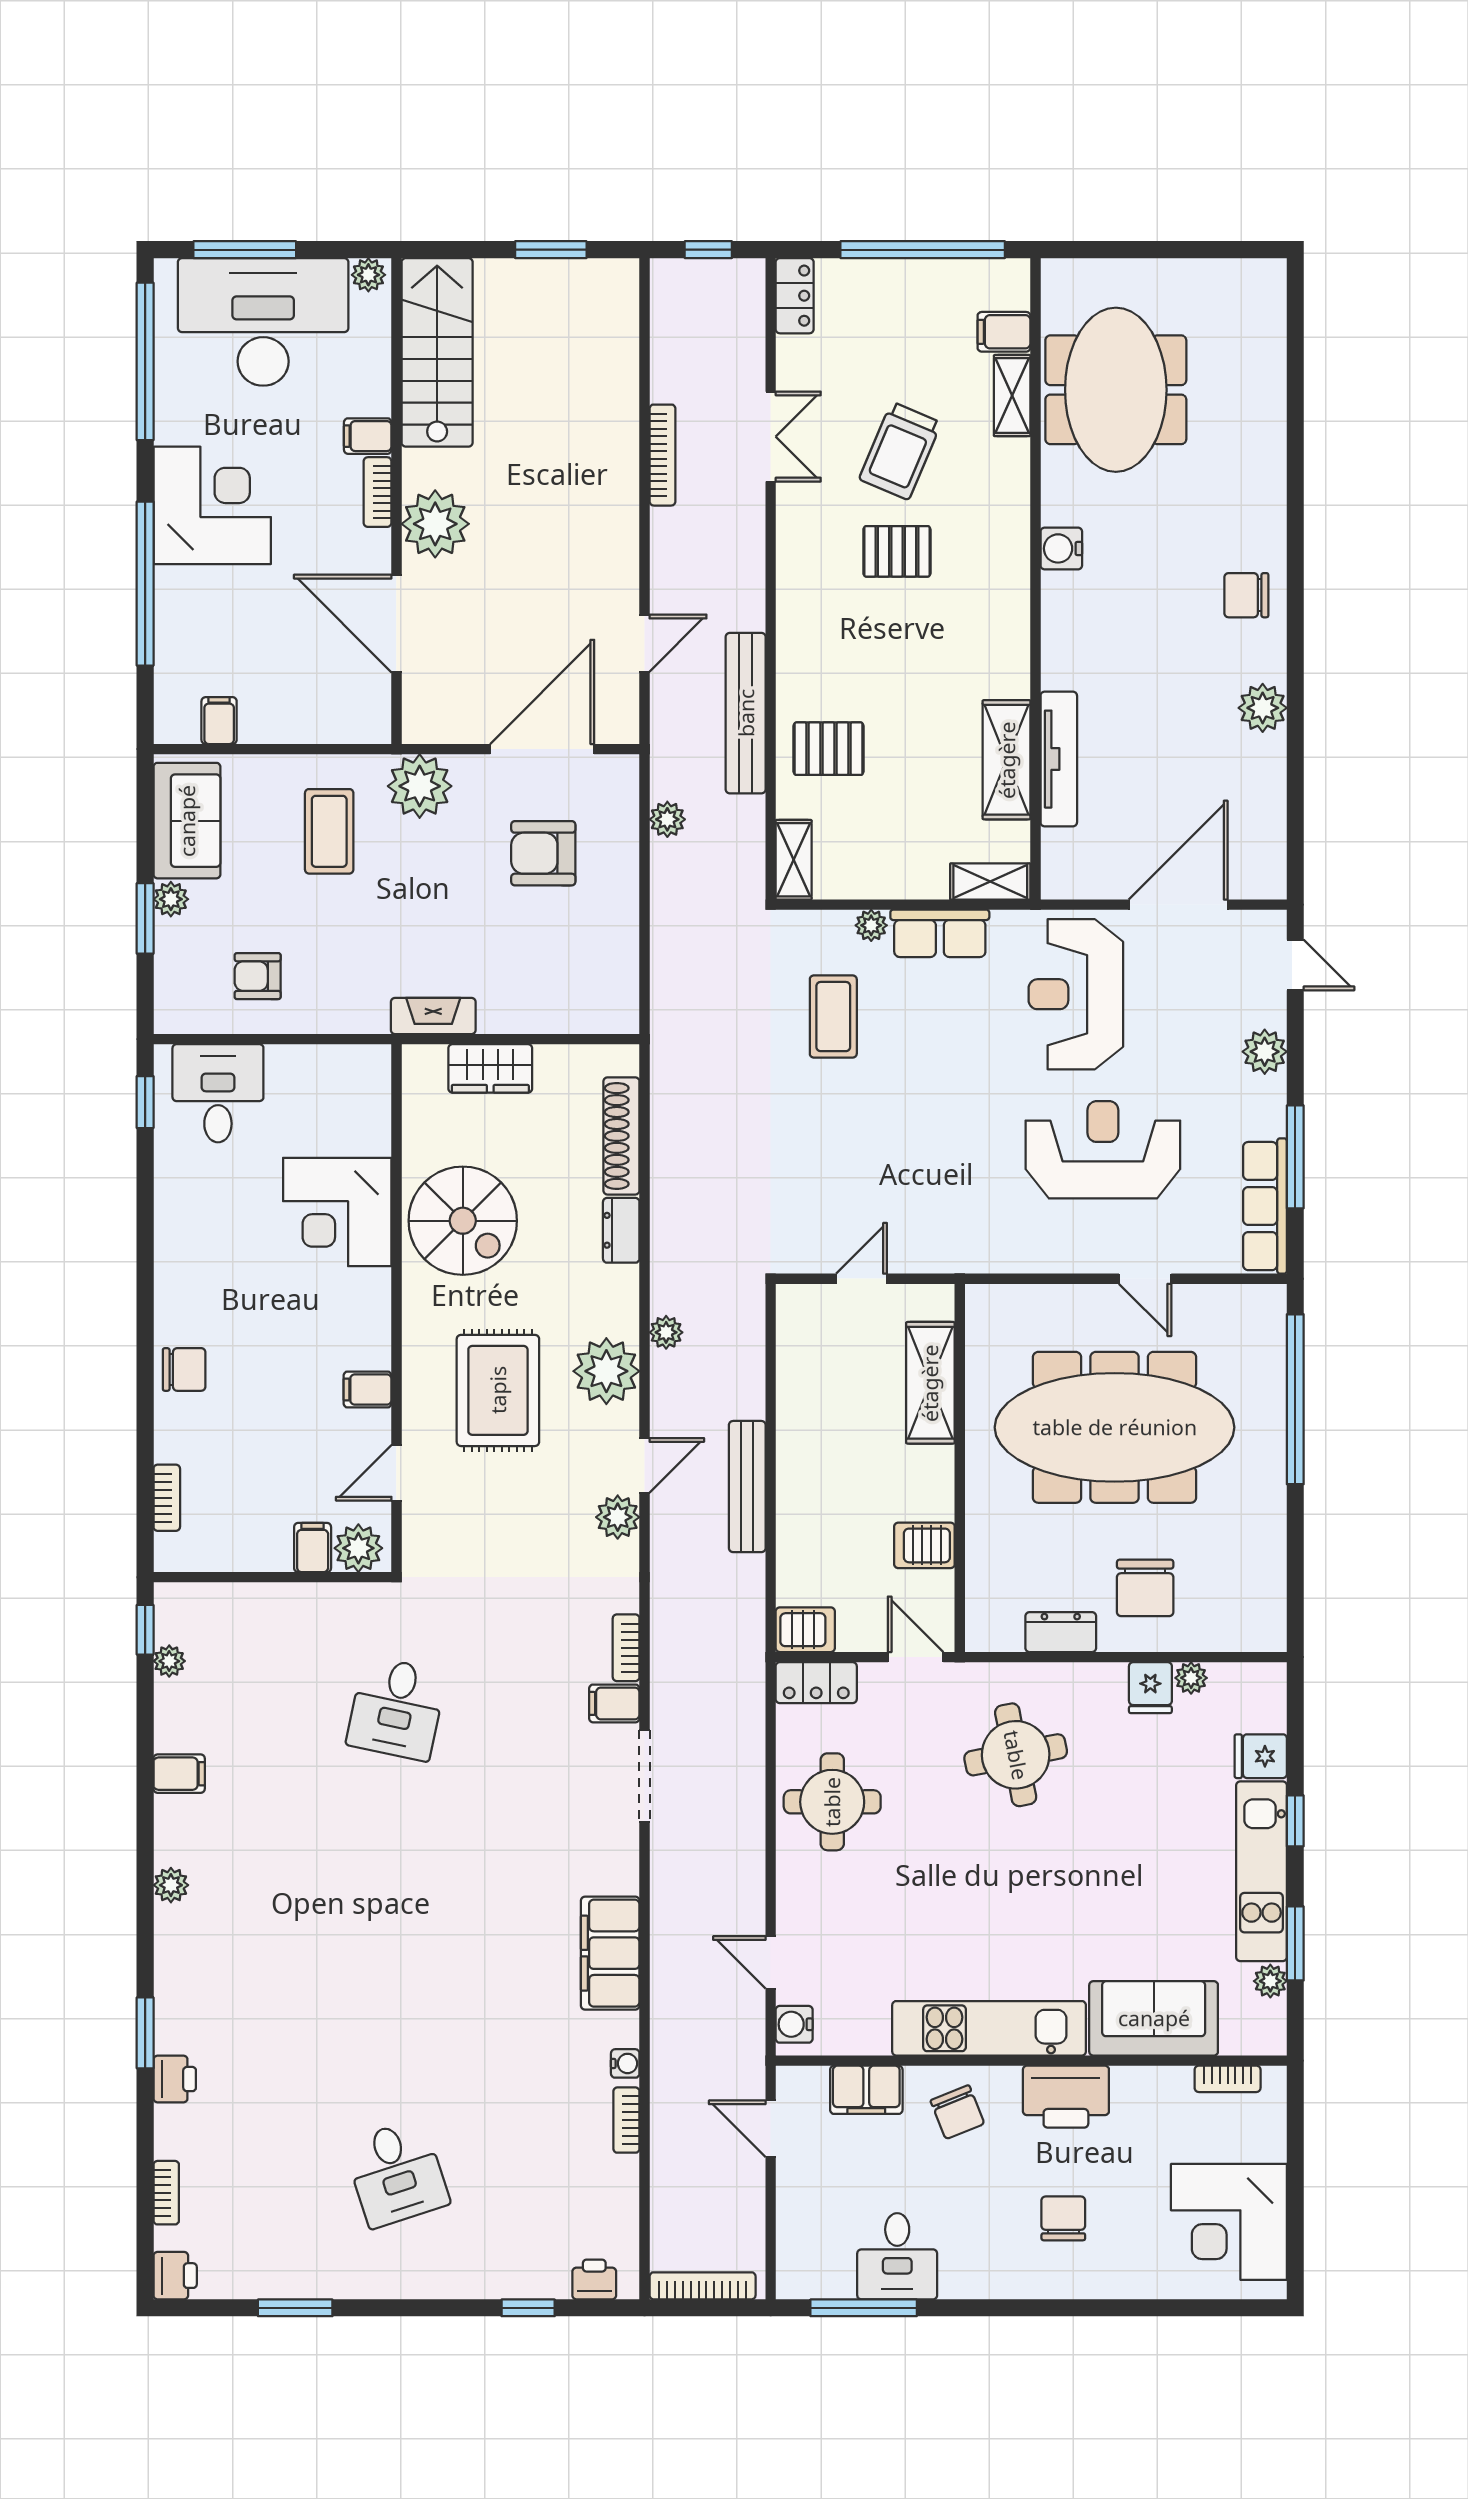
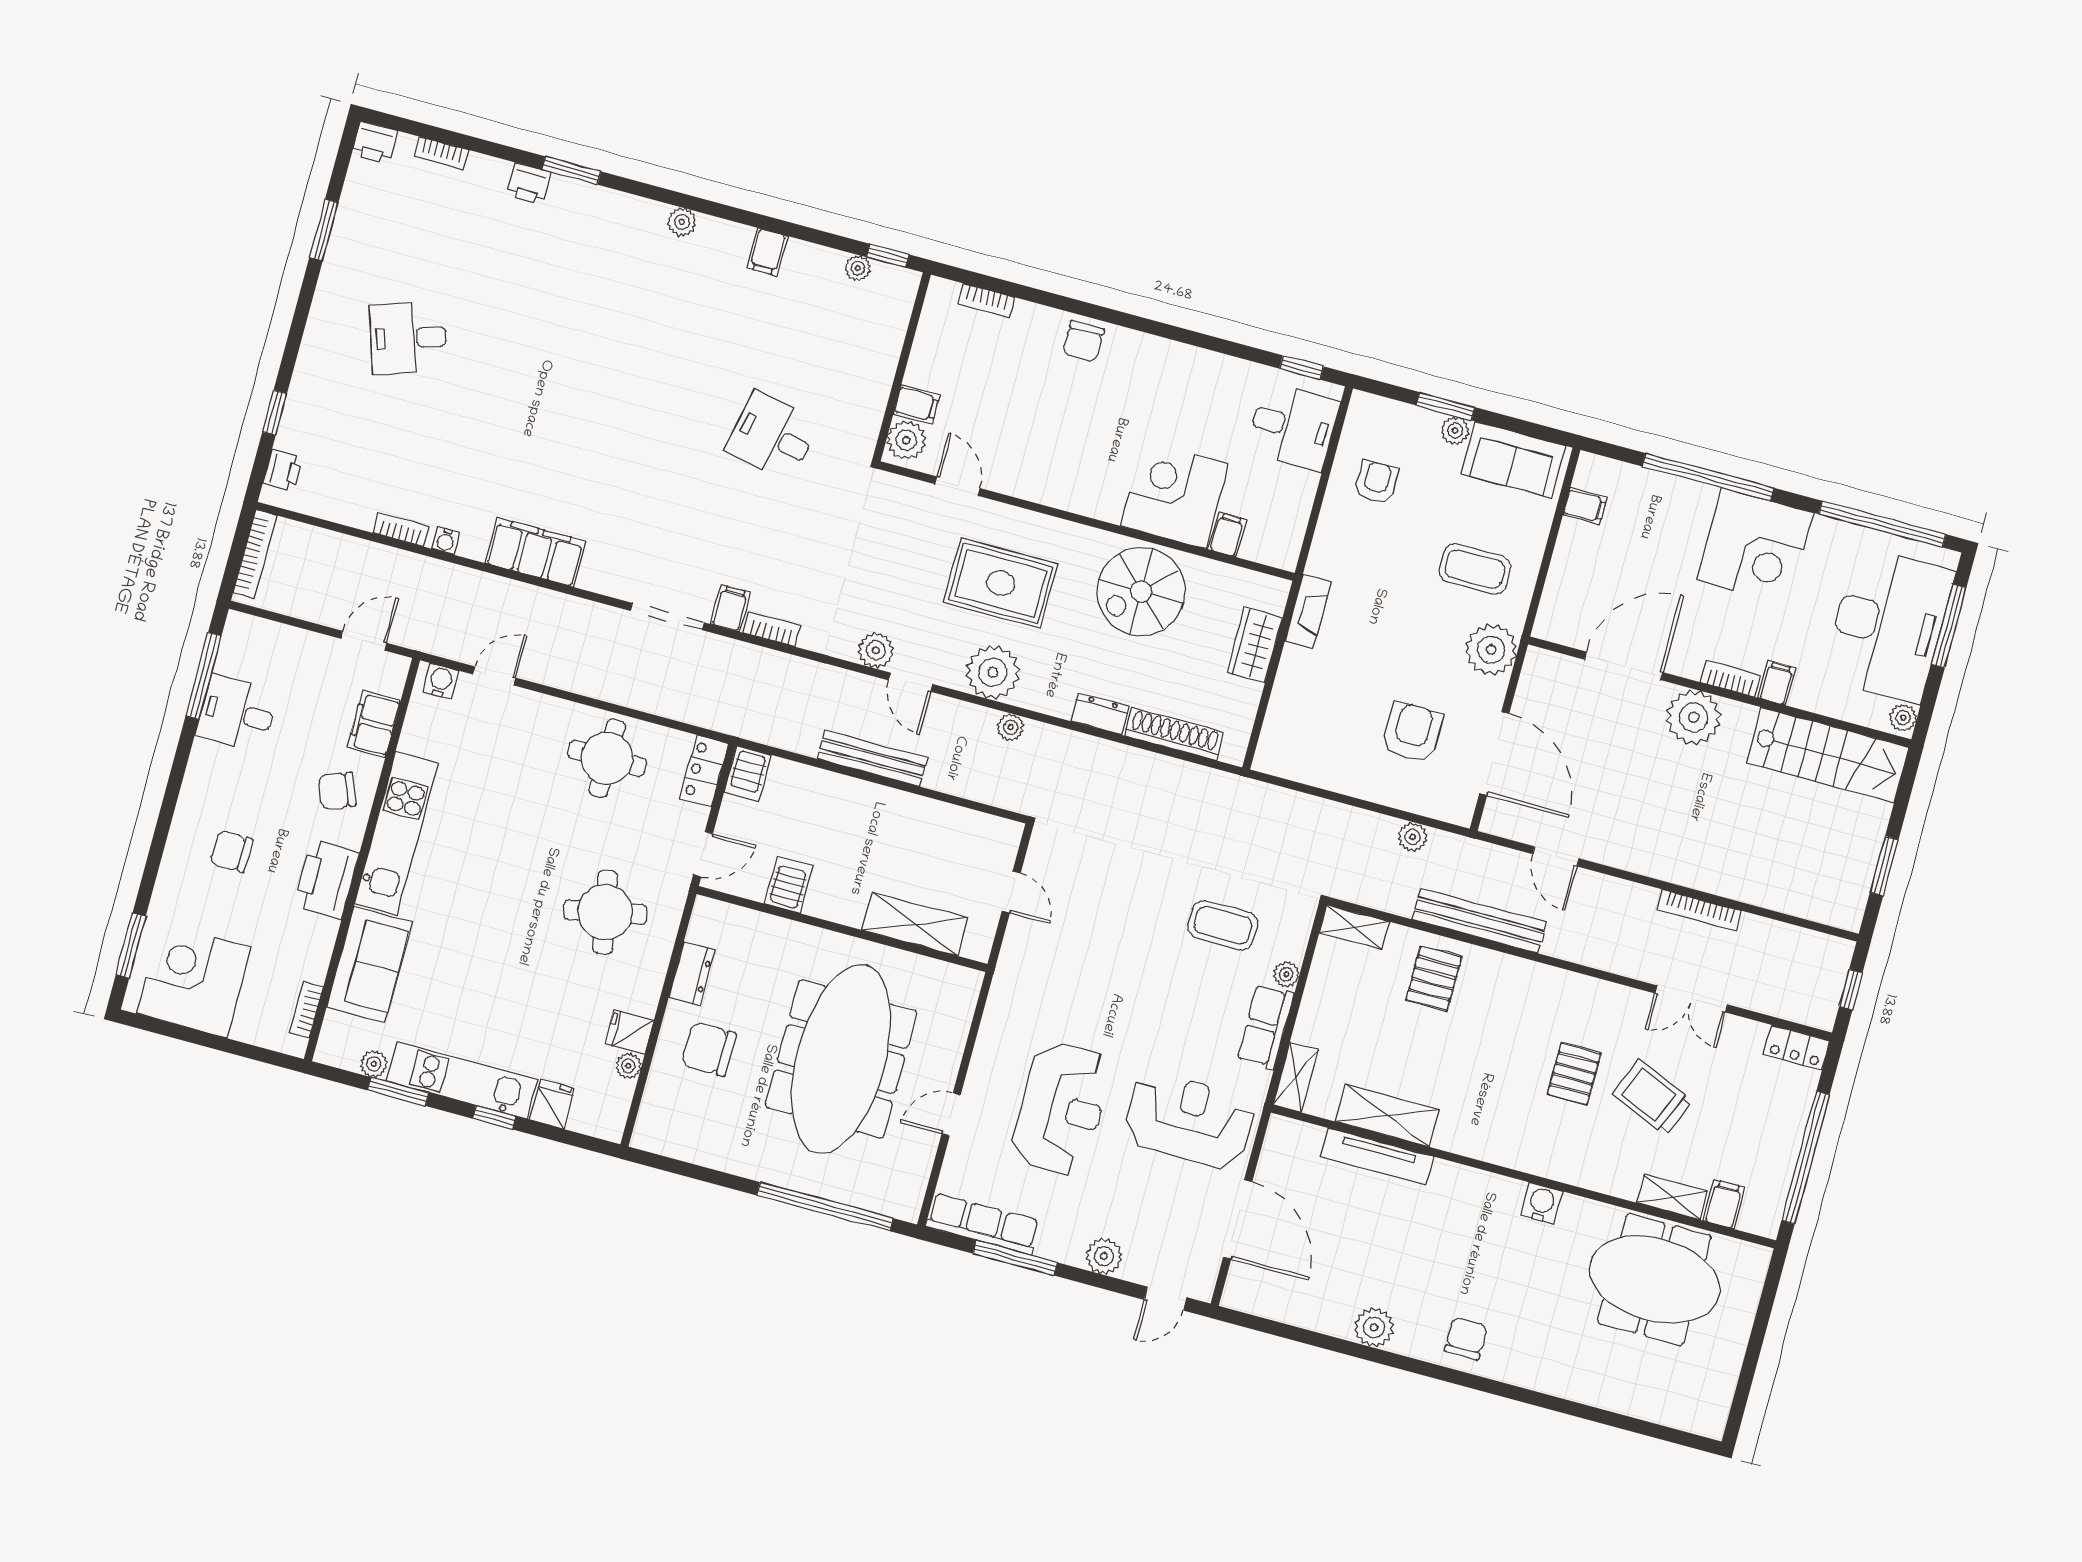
filing cabinet: (367, 1390) -> (1227, 535), moved
chair: (1063, 2218) -> (231, 851), turned 180
window: (1208, 2308) -> (131, 946), added

